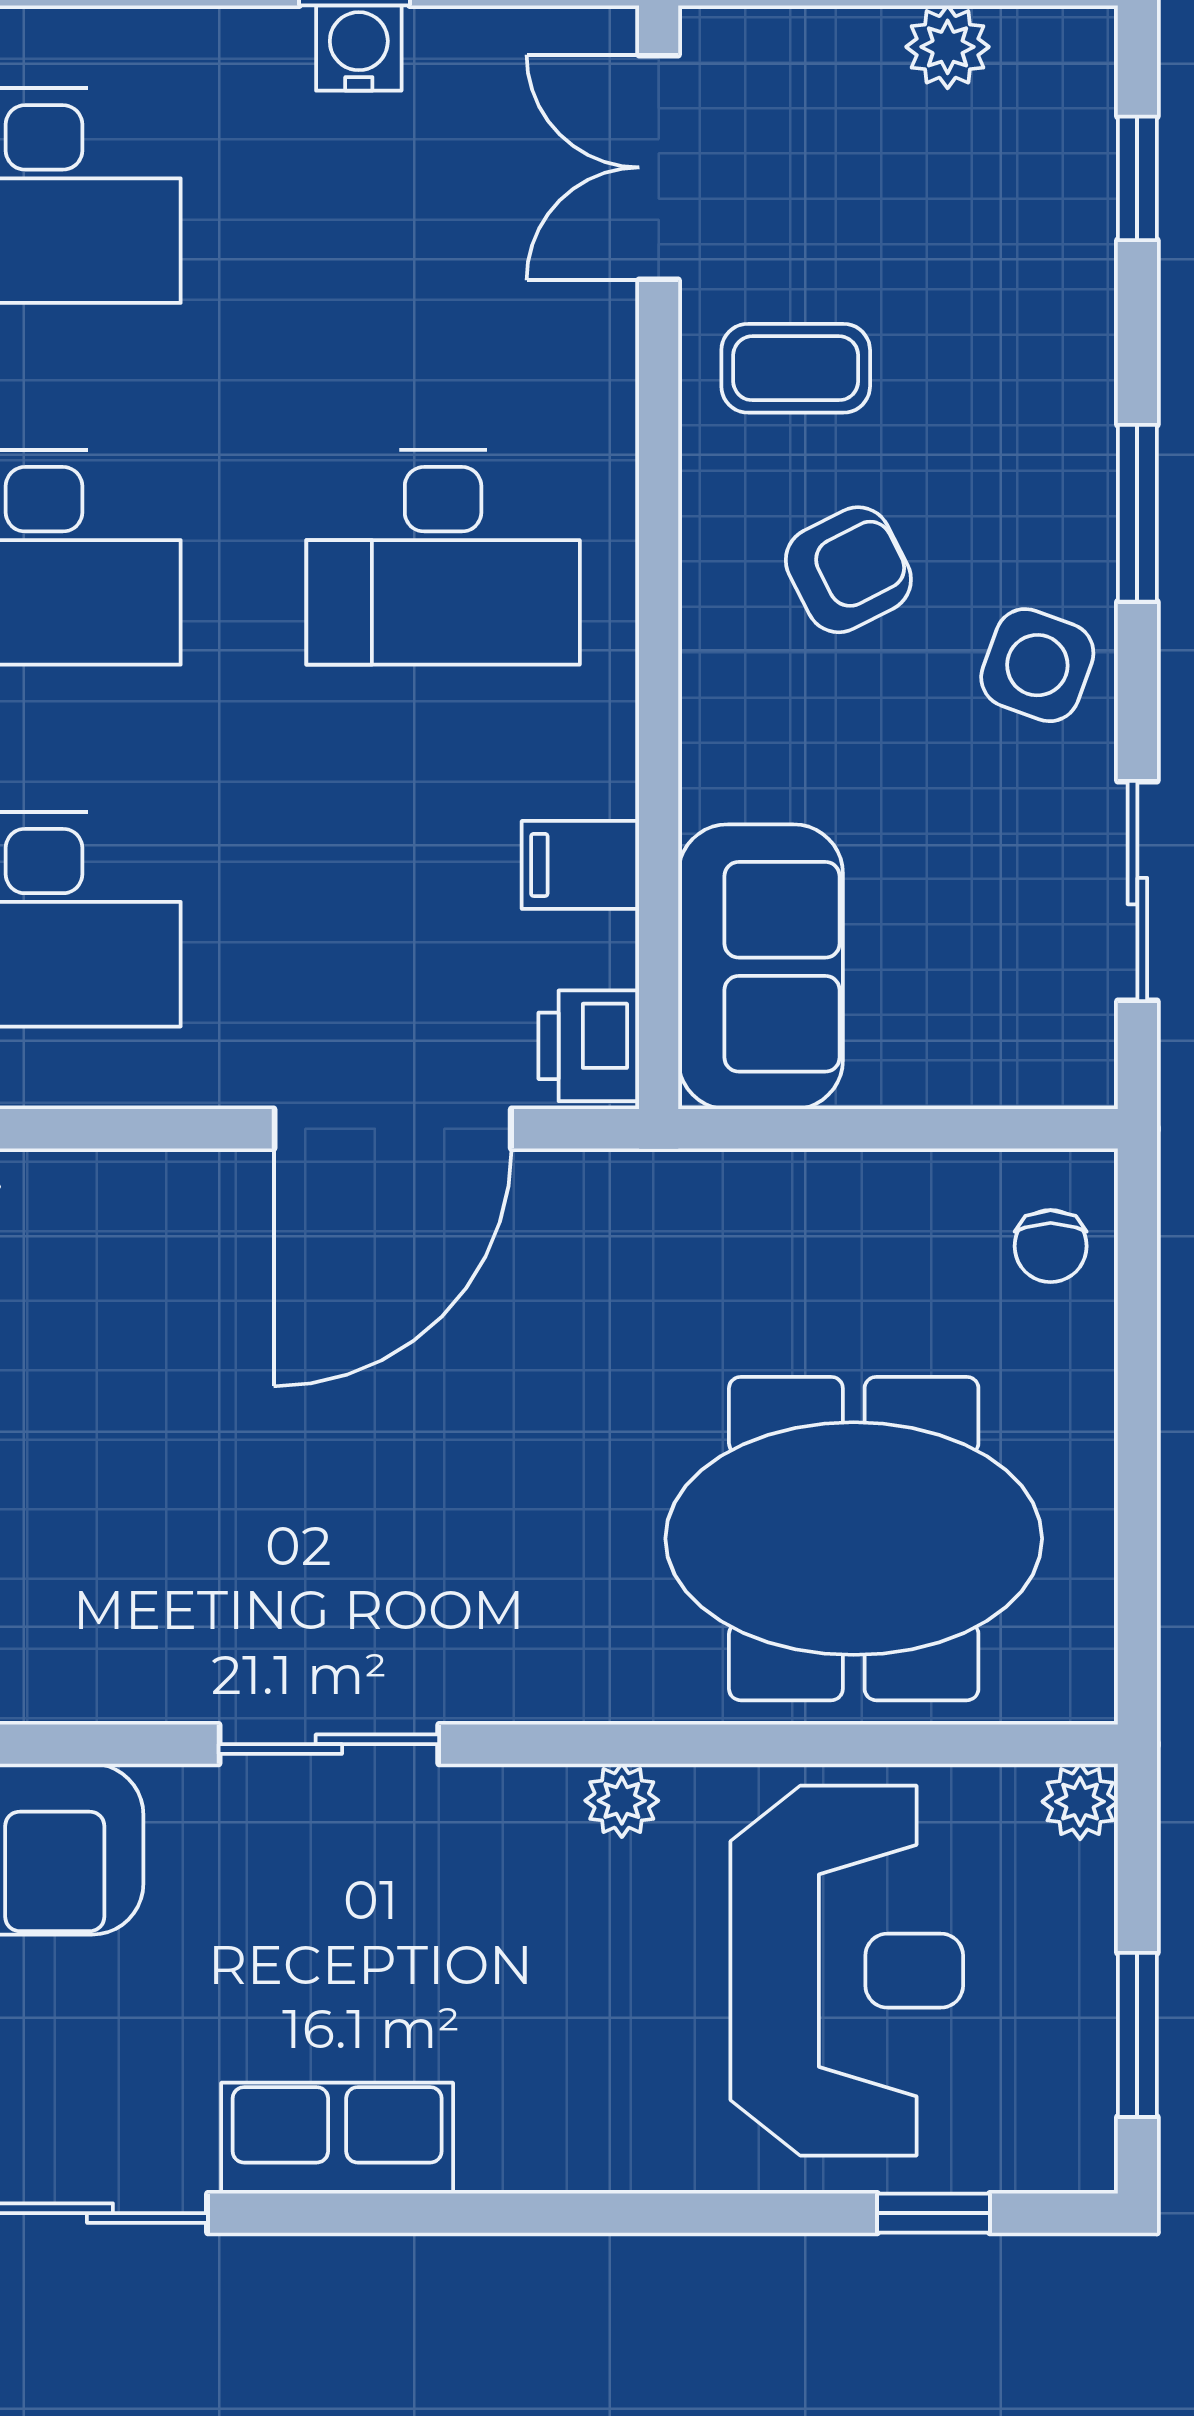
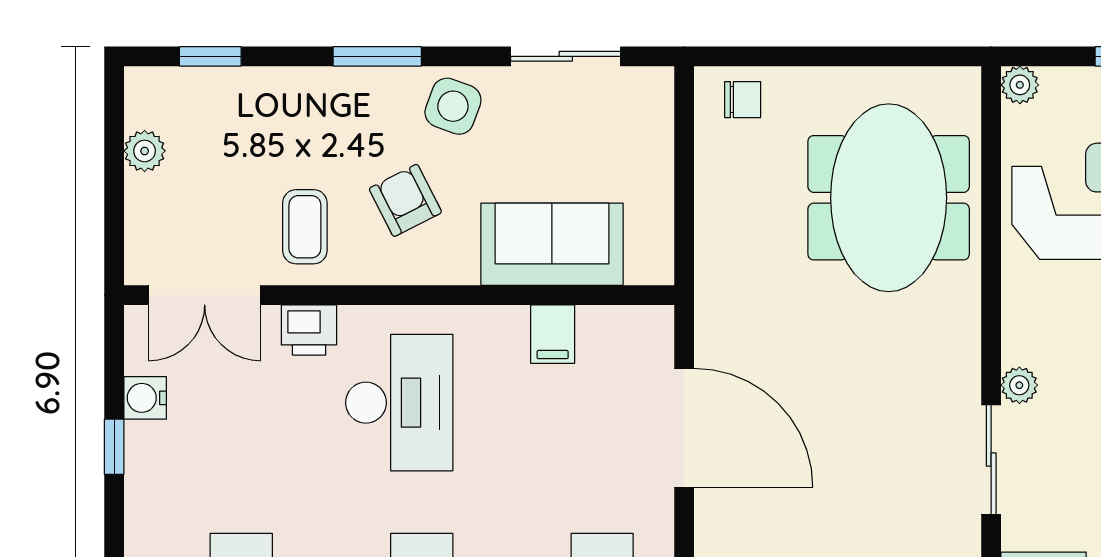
water cooler: (359, 48) -> (145, 398), moved
sofa: (761, 967) -> (552, 244), moved
printer: (589, 1046) -> (309, 330), moved
plant: (622, 1801) -> (1019, 385), moved

